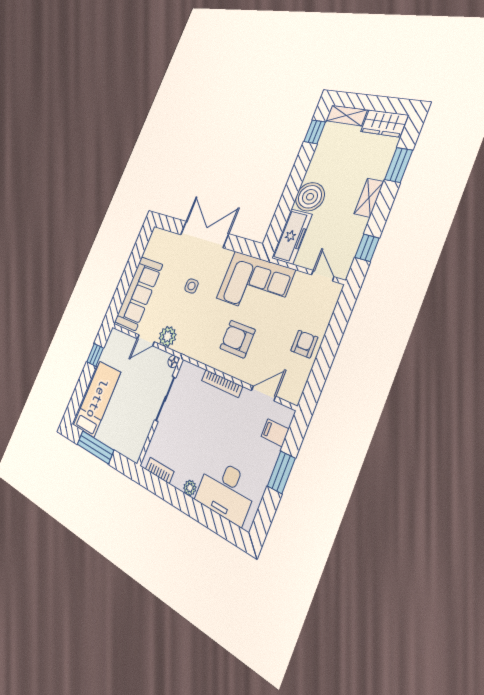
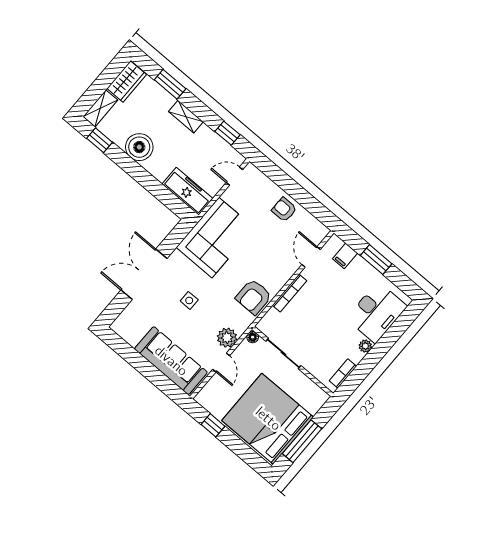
boiler: (310, 197) -> (139, 147), moved
armchair: (237, 339) -> (254, 297), moved
bed: (97, 399) -> (268, 419), width x2.04

